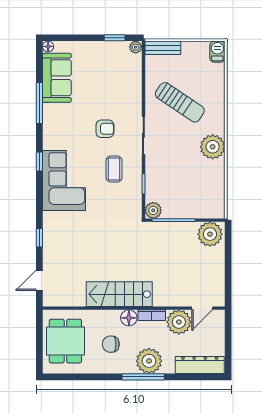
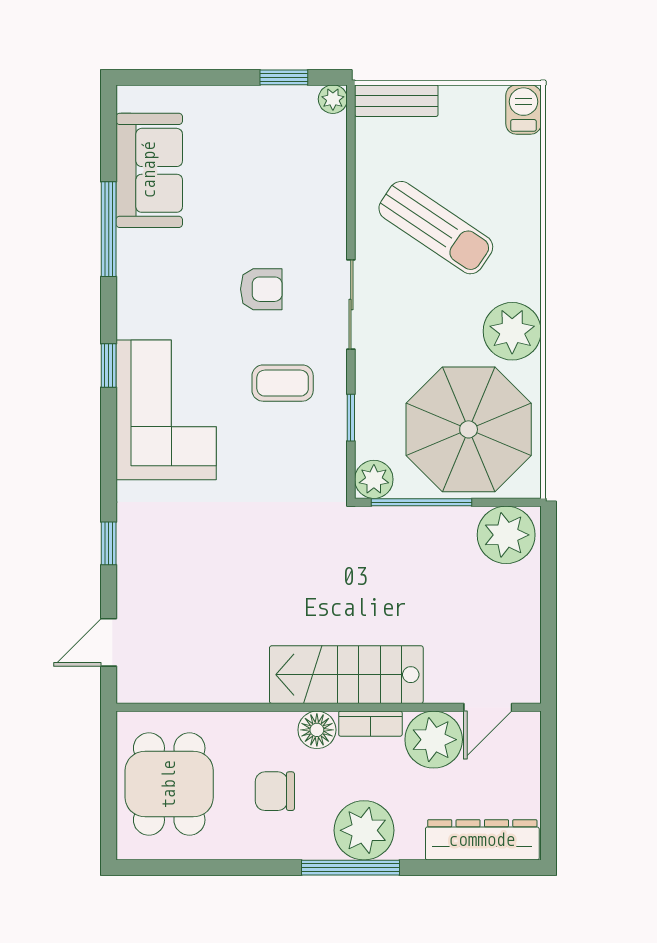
floor lamp: (48, 46) -> (129, 97), removed
coffee table: (114, 169) -> (283, 383), turned 90
parasol: (194, 189) -> (469, 429), added
stairs: (119, 294) -> (346, 675), moved

